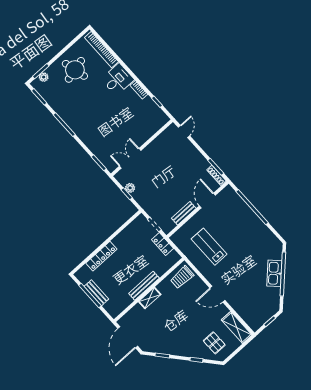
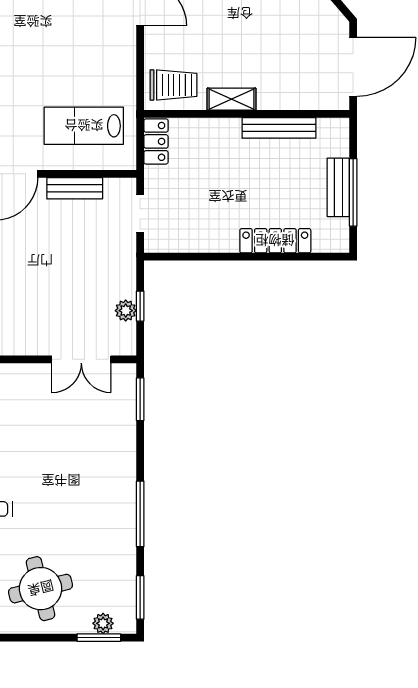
locker: (163, 244) -> (156, 141), moved
lab bench: (209, 247) -> (84, 126), moved, turned 90
bench: (144, 286) -> (279, 128), moved
shelving: (150, 298) -> (232, 99), moved

